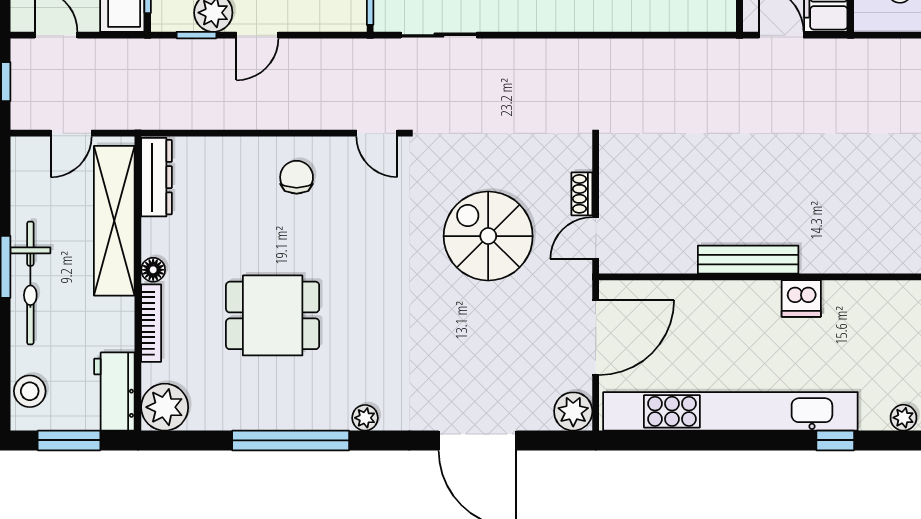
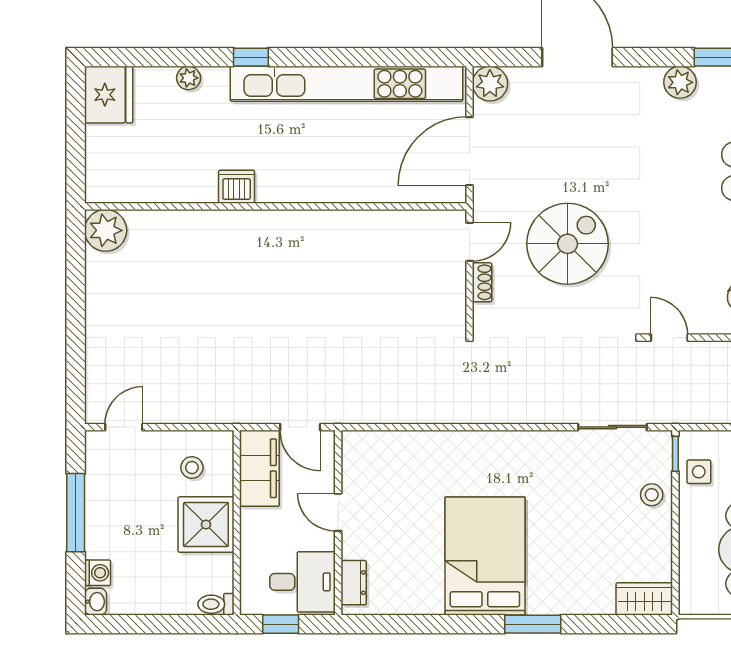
spiral stairs: (488, 236) -> (568, 244), turned -90
bench: (748, 260) -> (330, 222), removed
dishwasher: (801, 299) -> (237, 187), moved
plant: (365, 418) -> (680, 82), width x1.38, depth x1.38

